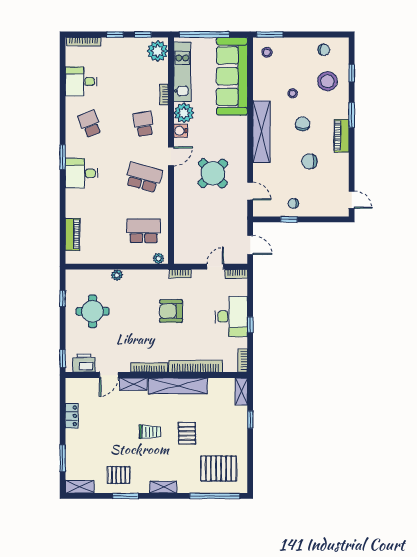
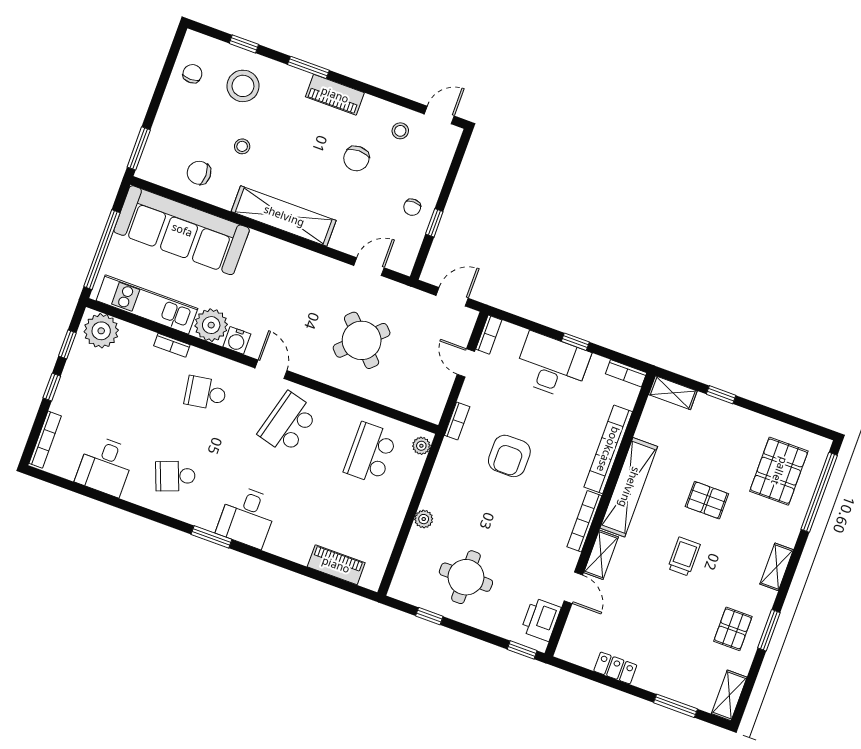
stool: (267, 52) -> (400, 131), moved
chair: (303, 124) -> (199, 173), moved
round table: (213, 173) -> (362, 340), moved

